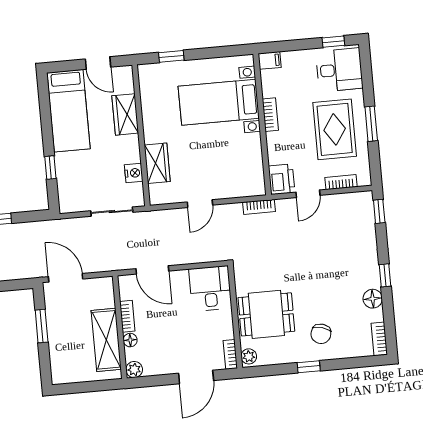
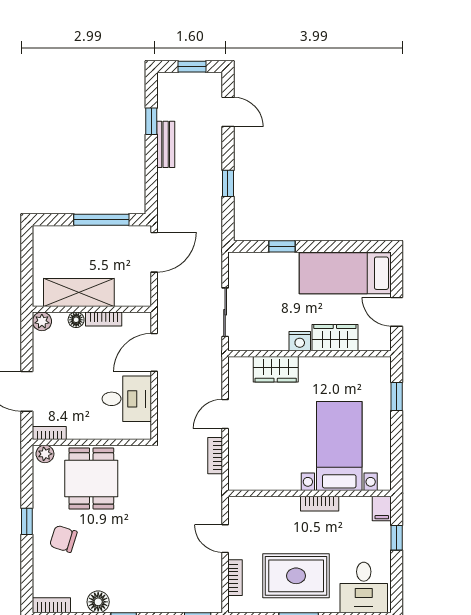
window: (333, 42) -> (397, 538), moved
door: (98, 63) -> (397, 312), hinge flipped
nightstand: (134, 173) -> (300, 341), moved
printer: (282, 179) -> (244, 510), removed
door: (200, 204) -> (225, 414), hinge flipped
bookcase: (259, 207) -> (215, 456), moved
desk: (210, 288) -> (127, 399), moved
window: (42, 326) -> (101, 220), width x1.44

